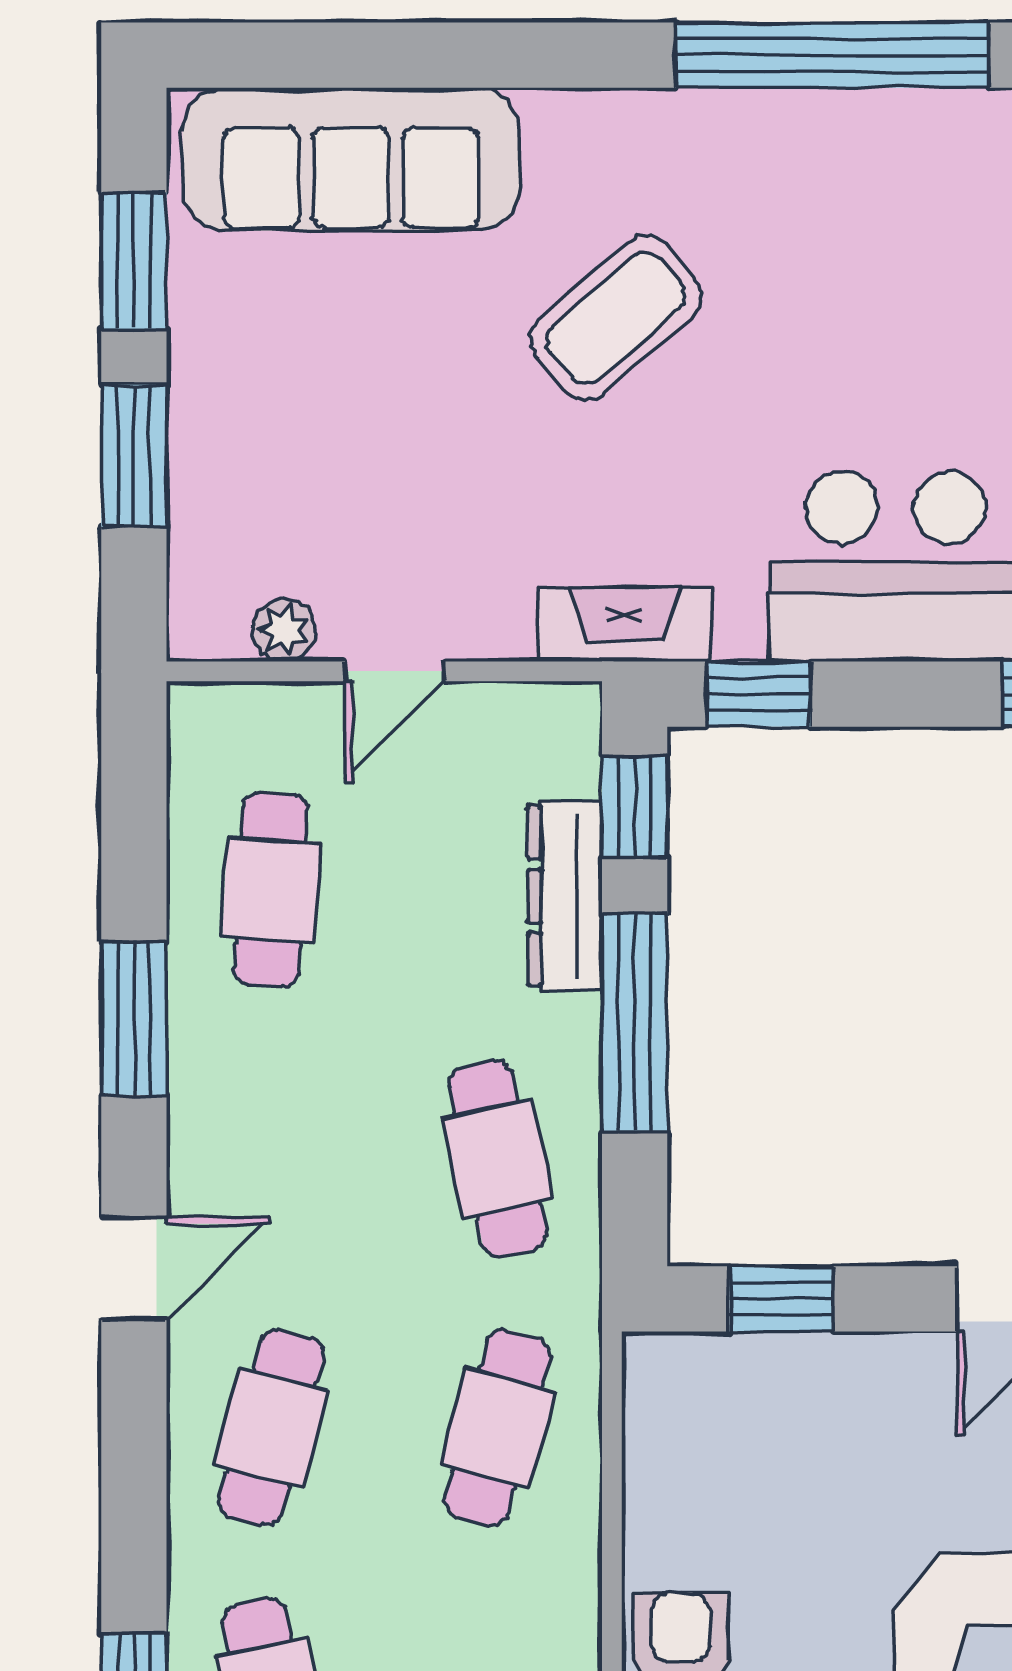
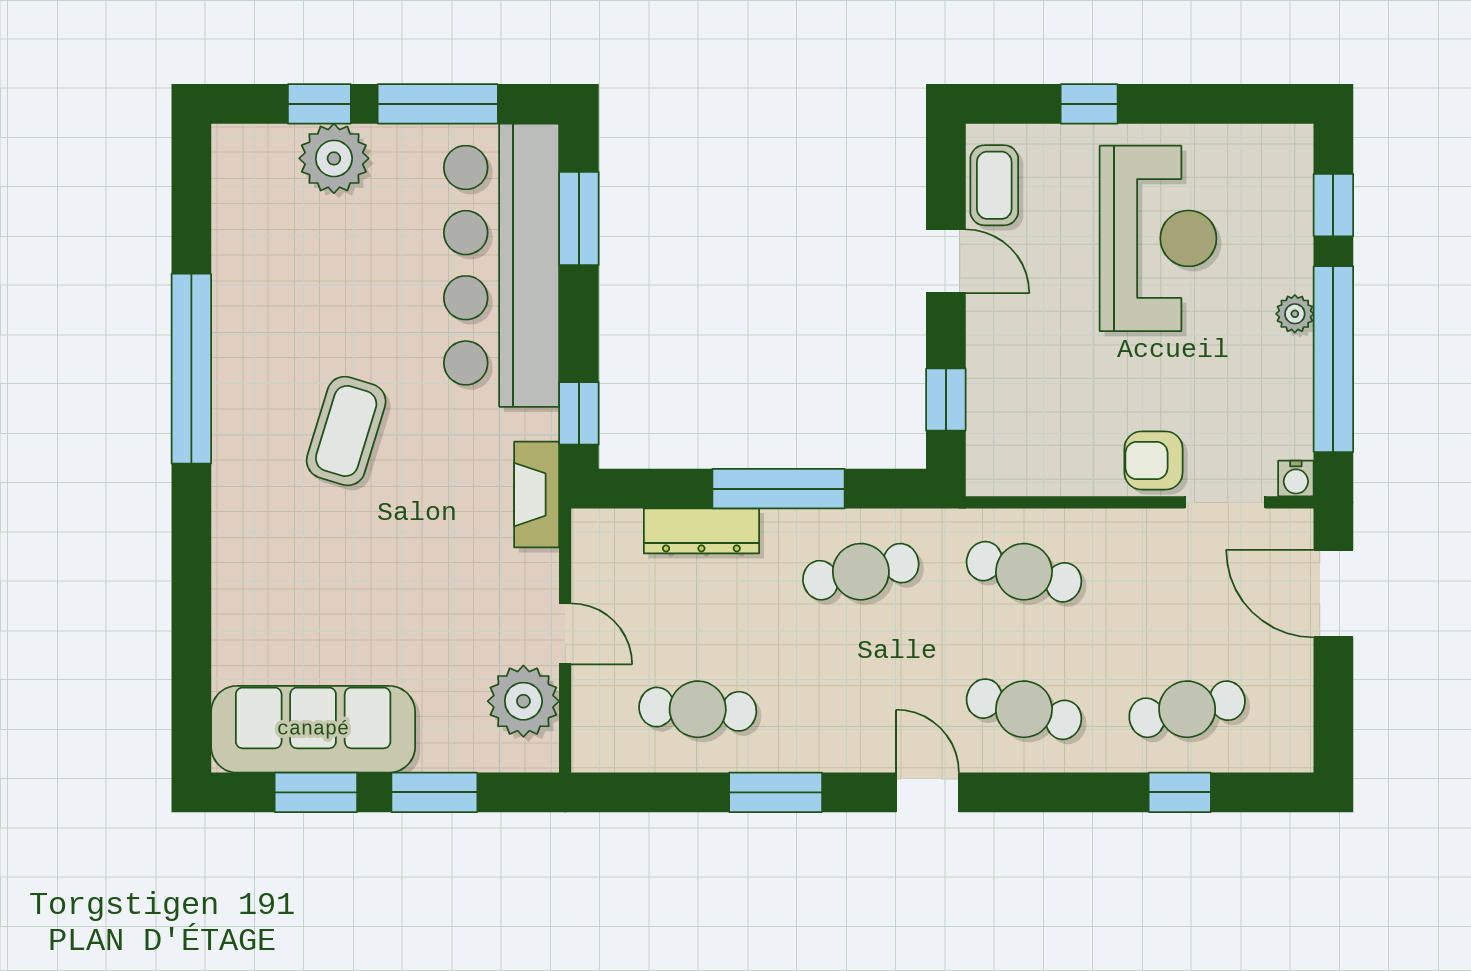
sofa: (351, 159) -> (313, 729), moved, turned -90
coffee table: (616, 318) -> (346, 431), moved, turned 58
plant: (284, 630) -> (523, 701), width x1.87, depth x1.87
window: (635, 807) -> (648, 489), removed

